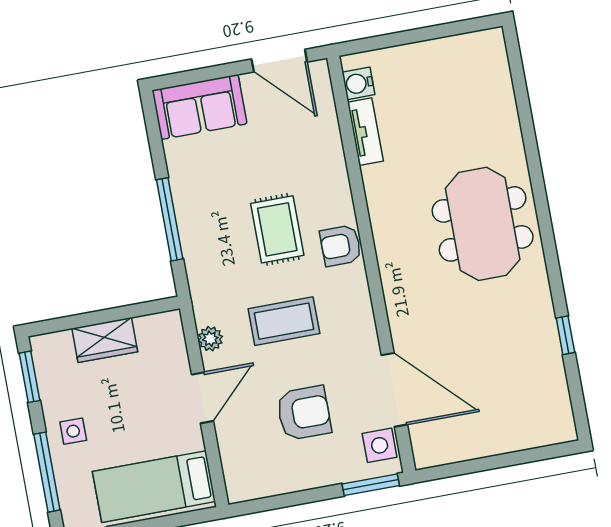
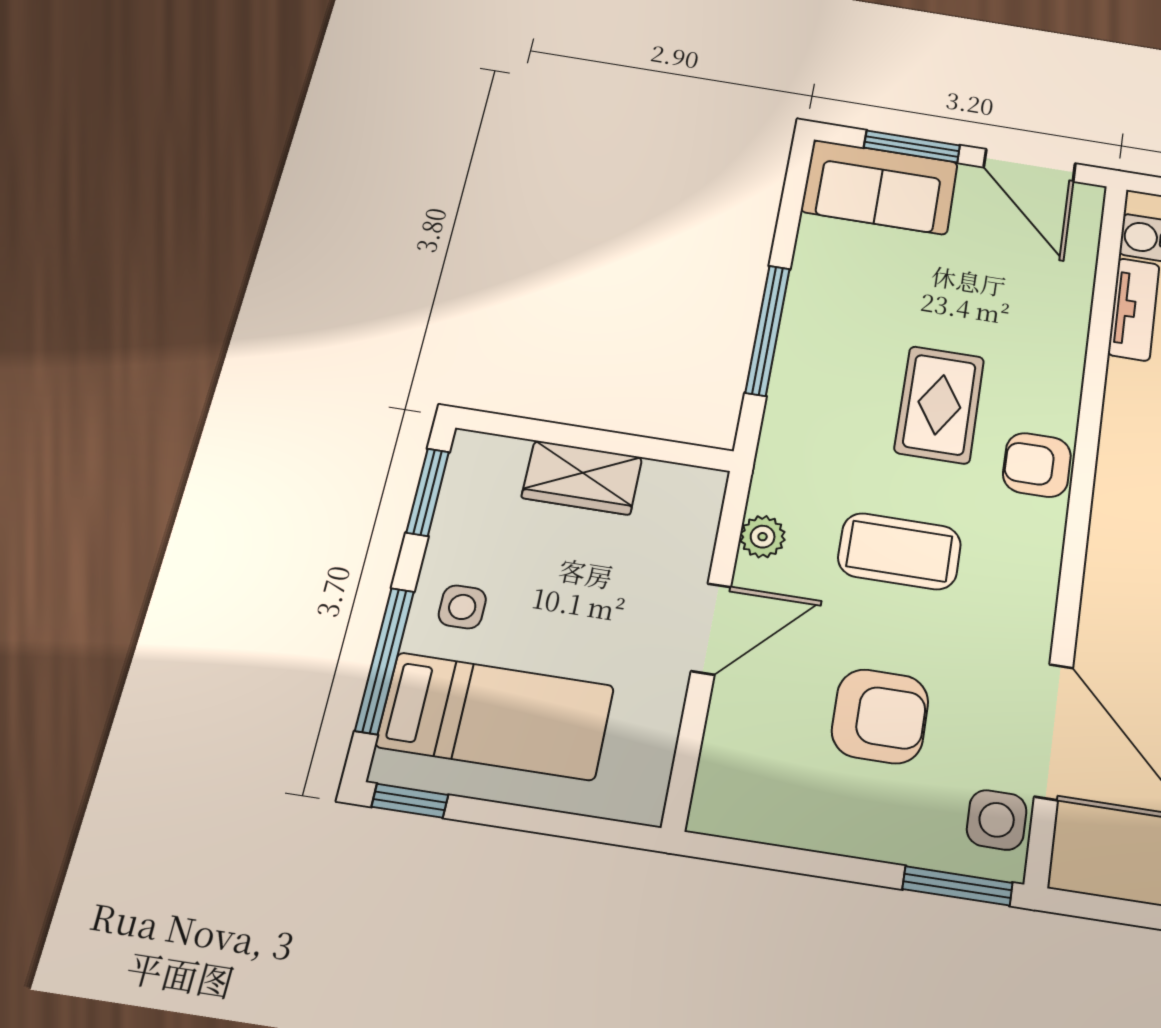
window: (209, 74) -> (912, 146), added
bed: (154, 487) -> (495, 716), moved, turned 180

